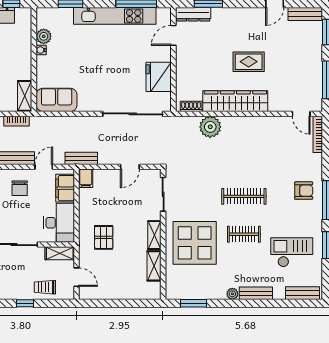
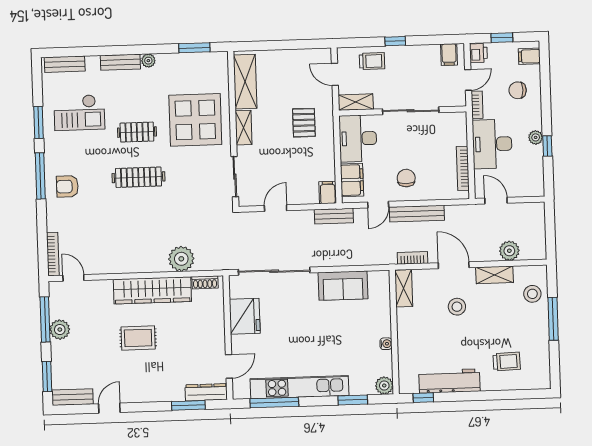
plant: (44, 36) -> (384, 386), moved
plant: (314, 71) -> (60, 330), added
sofa: (57, 100) -> (343, 286), moved
shelving: (154, 266) -> (245, 82), width x1.50, depth x1.33

